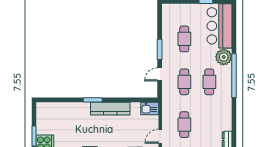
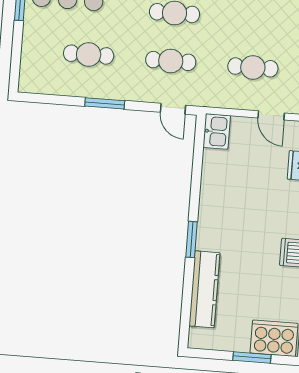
door: (160, 74) -> (173, 109), moved
kitchen counter: (110, 109) -> (204, 289), moved

